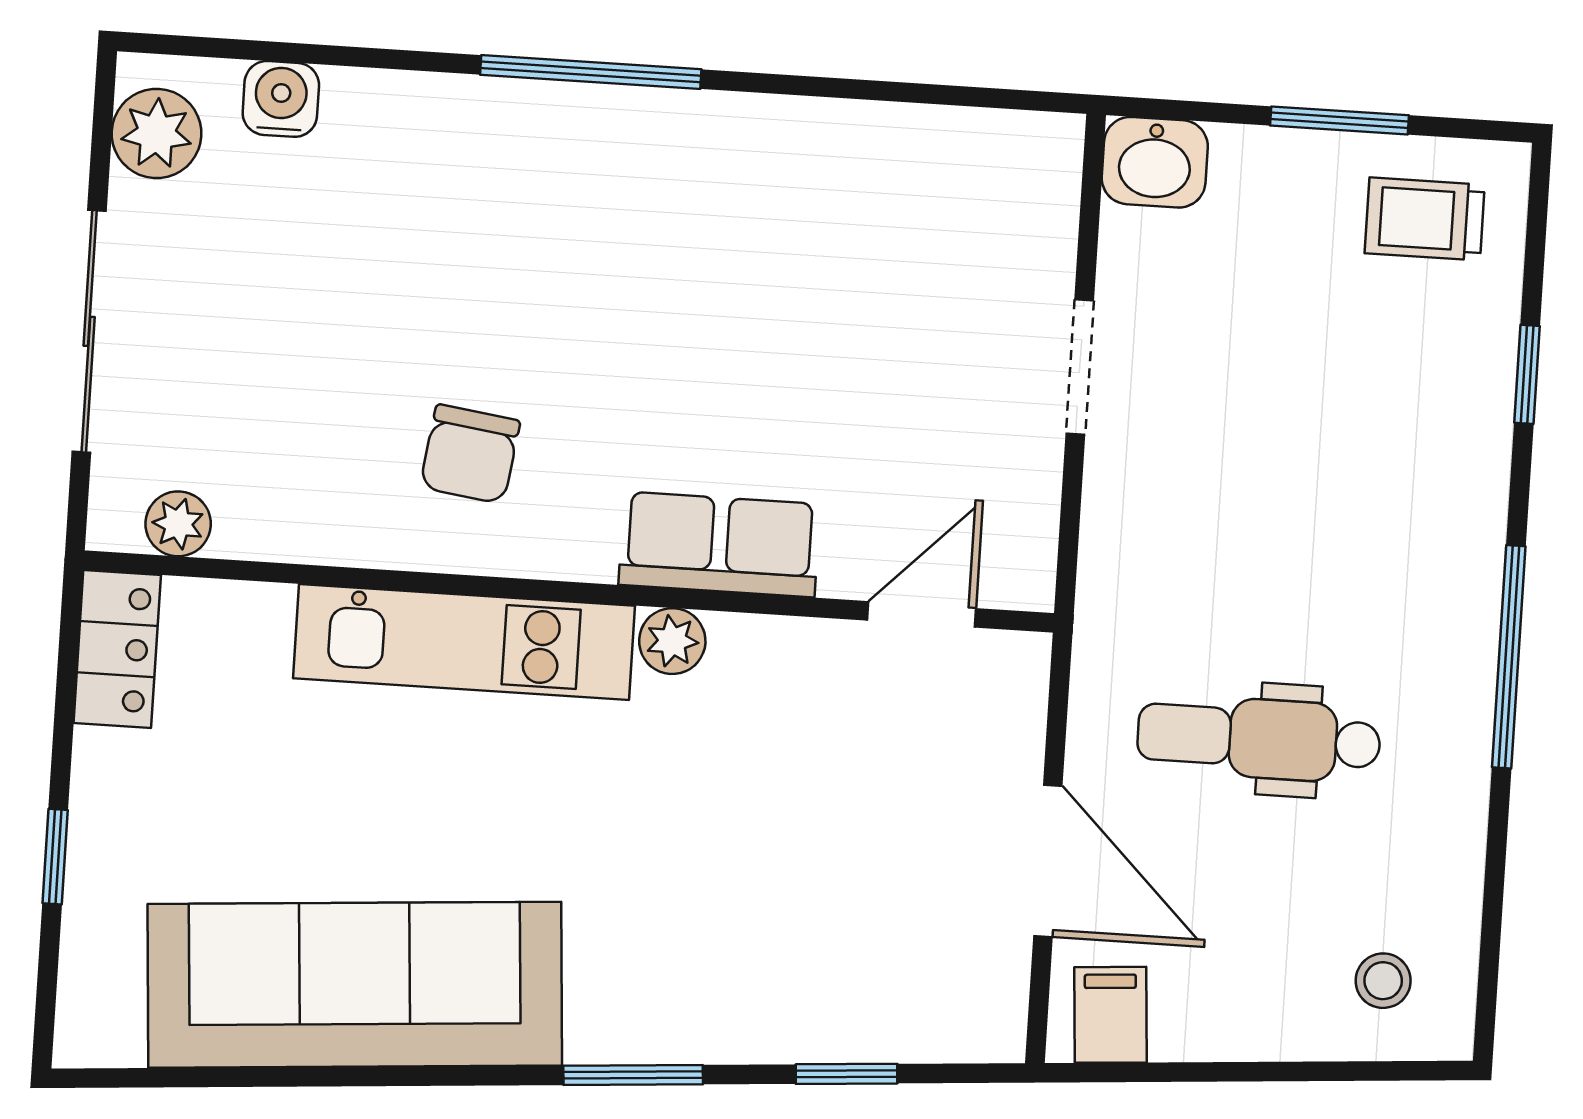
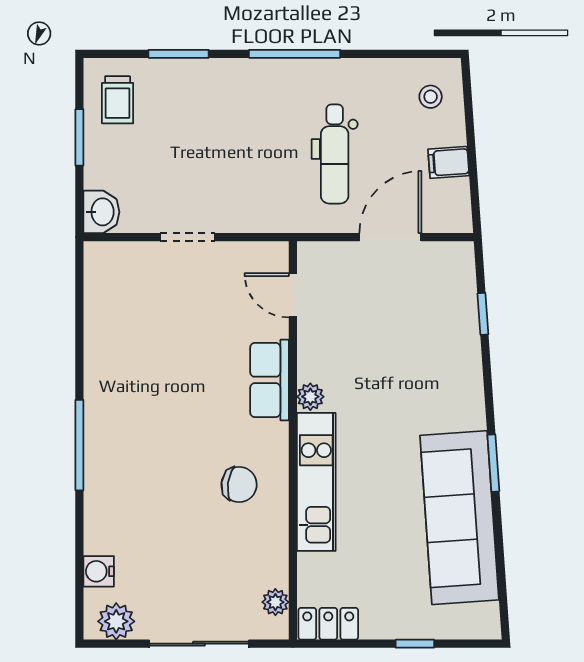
window: (1527, 374) -> (179, 54), width x1.50
filing cabinet: (1110, 1015) -> (449, 162), moved
window: (633, 1075) -> (493, 463), moved

